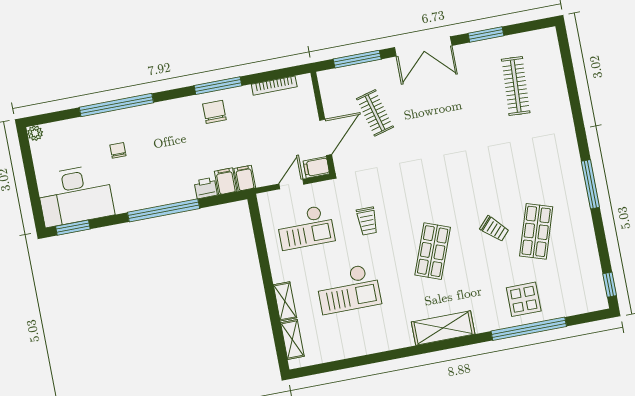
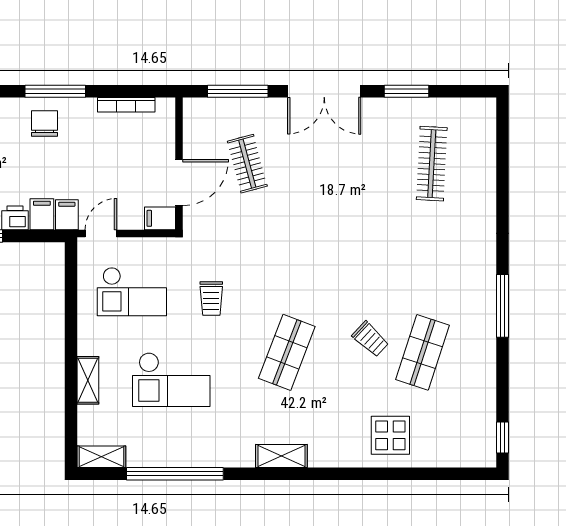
door: (291, 184) -> (101, 233), moved
shelving: (443, 328) -> (281, 456), width x0.67, depth x0.75
window: (529, 329) -> (175, 474), moved
shelving: (292, 340) -> (101, 457), moved, turned 90

